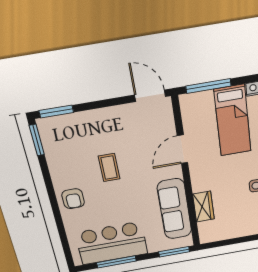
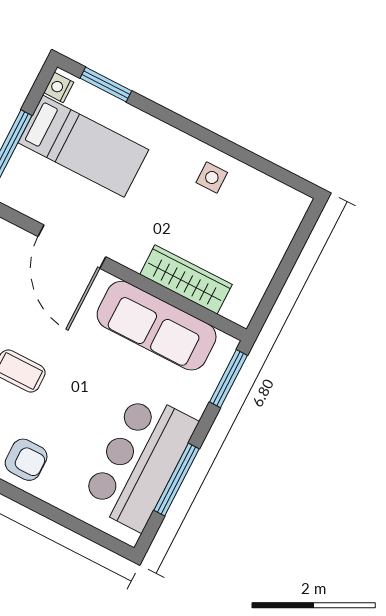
door: (182, 149) -> (72, 247), width x1.36
wardrobe: (203, 207) -> (186, 279), width x1.50

